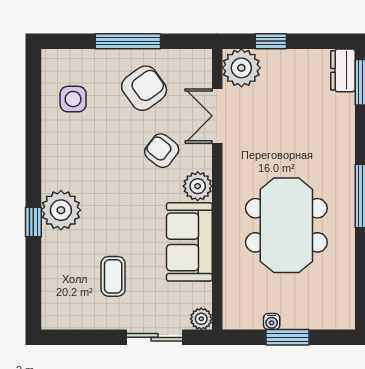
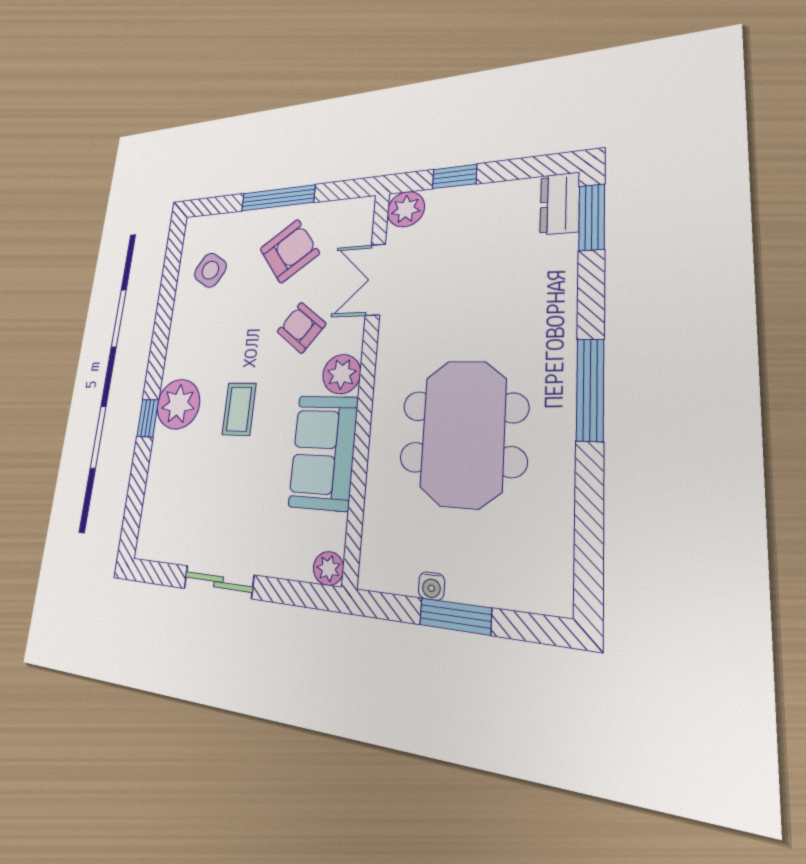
plant: (241, 68) -> (406, 209), width x0.73, depth x0.73
side table: (73, 99) -> (210, 270), turned 33
coffee table: (113, 276) -> (239, 409), moved
sliding door: (154, 337) -> (218, 582), moved

